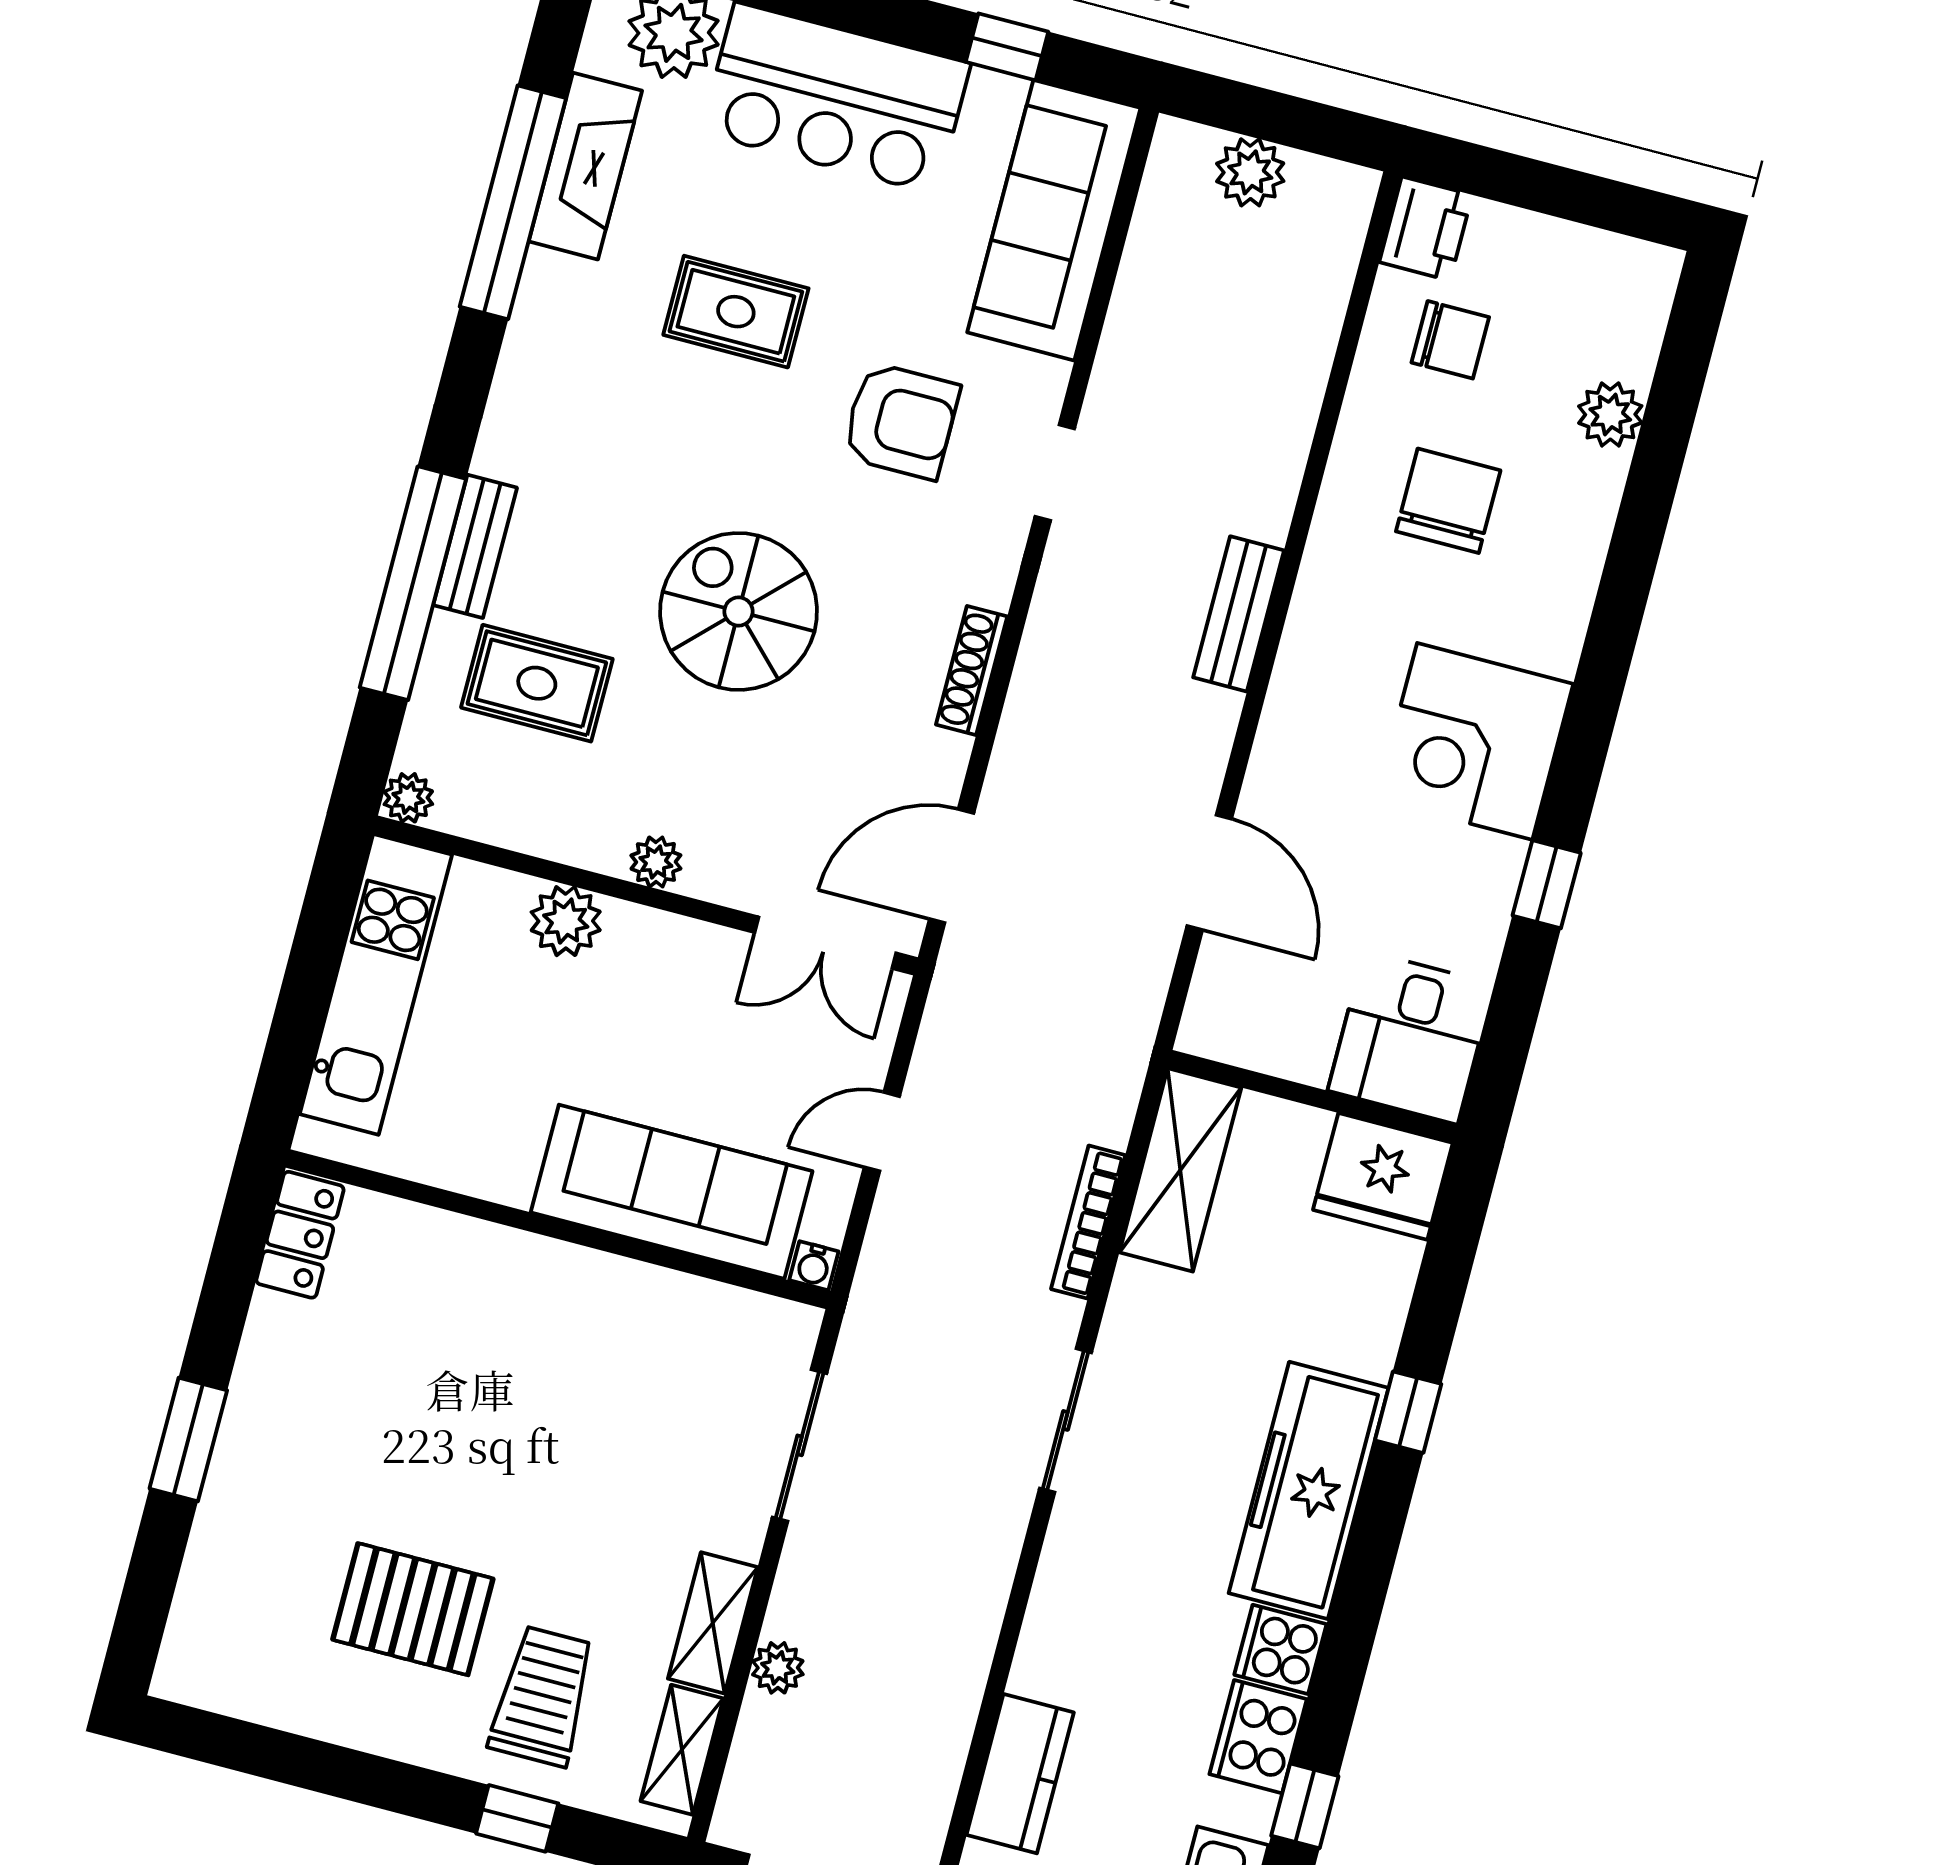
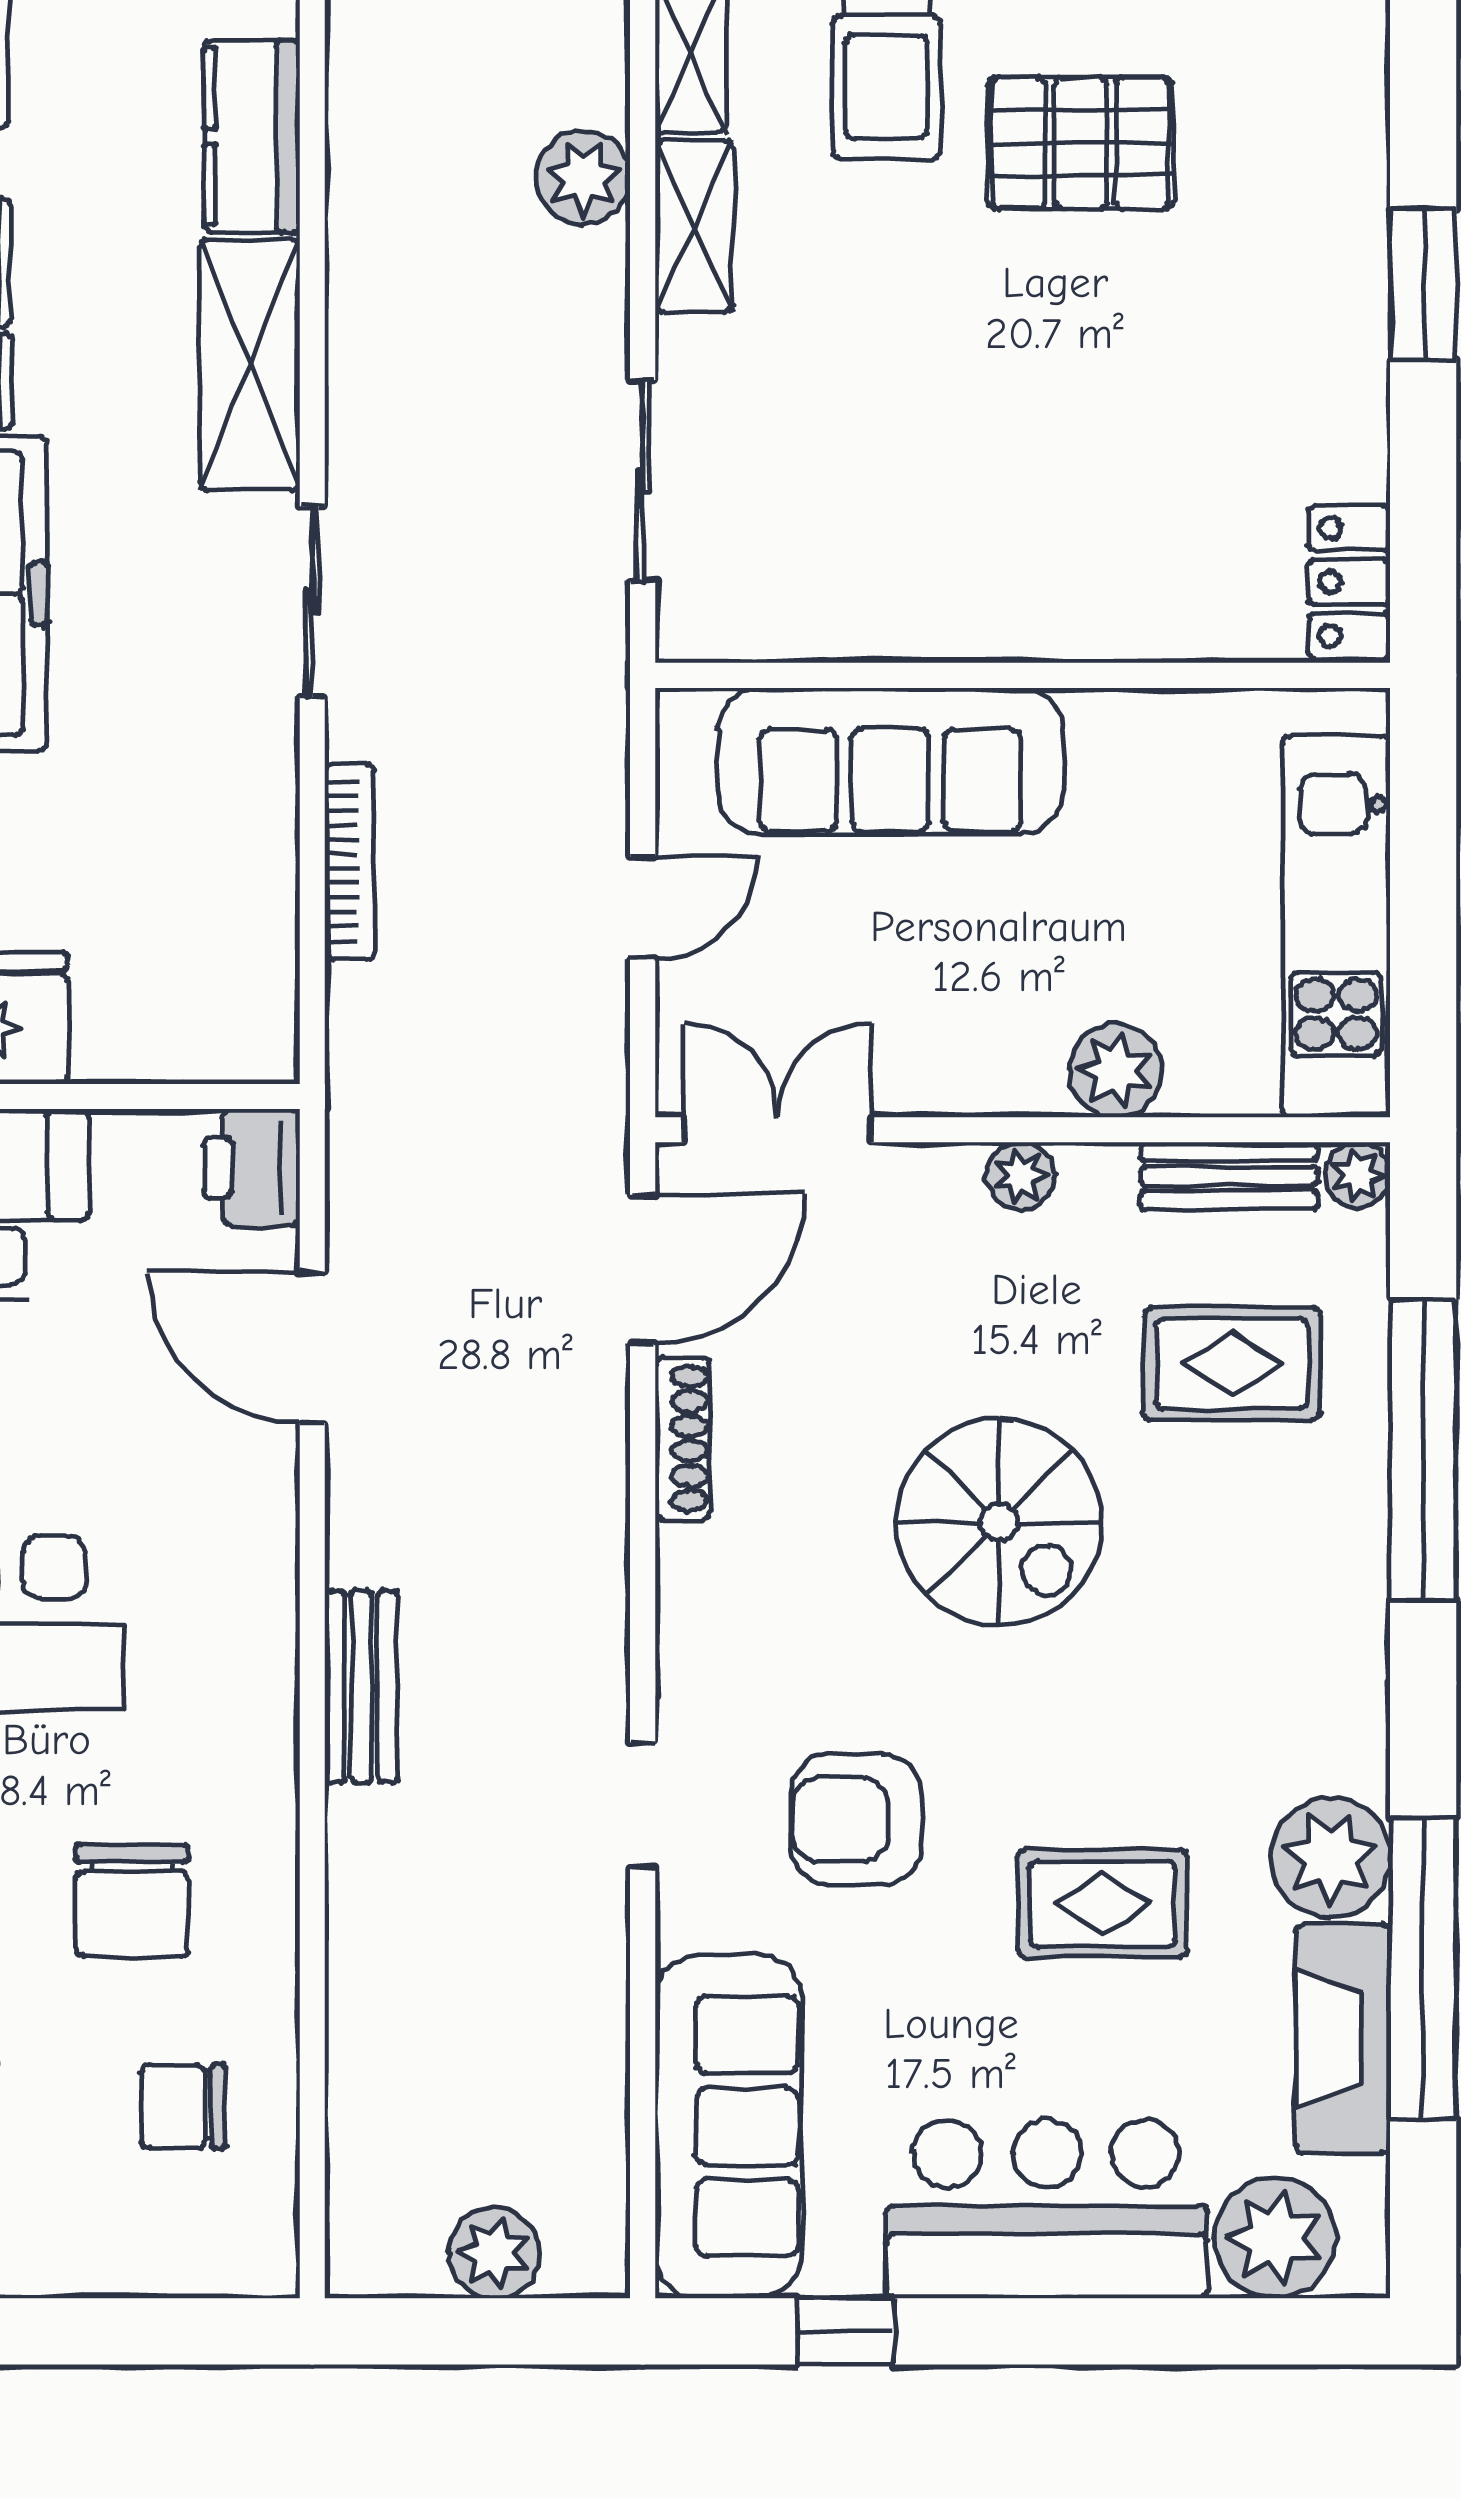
printer: (1426, 229) -> (252, 1167), moved
plant: (560, 301) -> (1330, 1858), added
bench: (475, 546) -> (1229, 1176), moved, turned 90
shoe rack: (972, 670) -> (683, 1439), moved
shelving: (1180, 1170) -> (250, 364), moved
water cooler: (814, 1266) -> (684, 714), removed
plant: (778, 1668) -> (583, 177), width x1.38, depth x1.38

